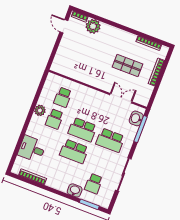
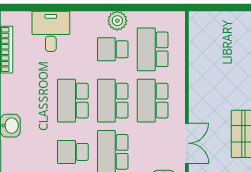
school desk: (63, 97) -> (153, 49), width x1.85
school desk: (91, 108) -> (153, 101), added
school desk: (94, 184) -> (73, 152), moved

